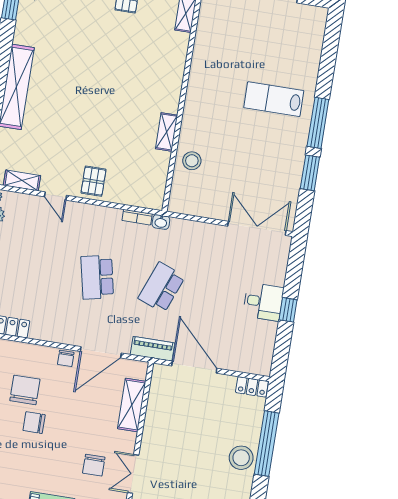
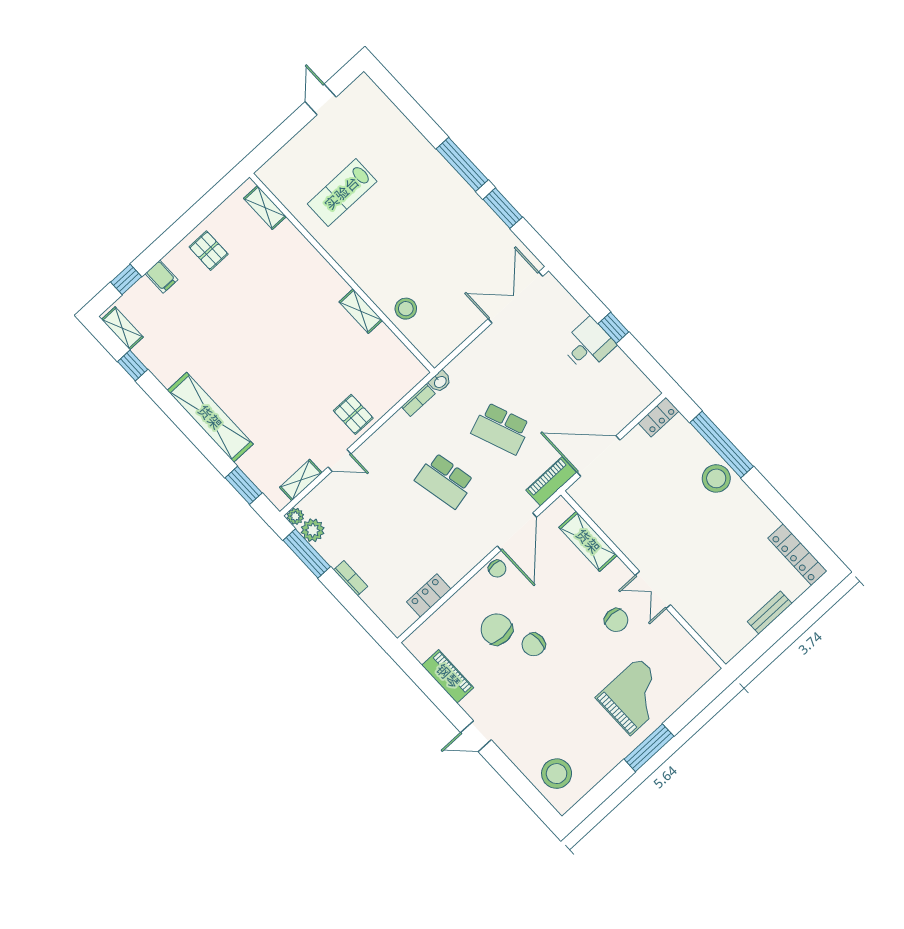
lab bench: (274, 99) -> (342, 193), moved
school desk: (162, 287) -> (501, 429), turned -42

